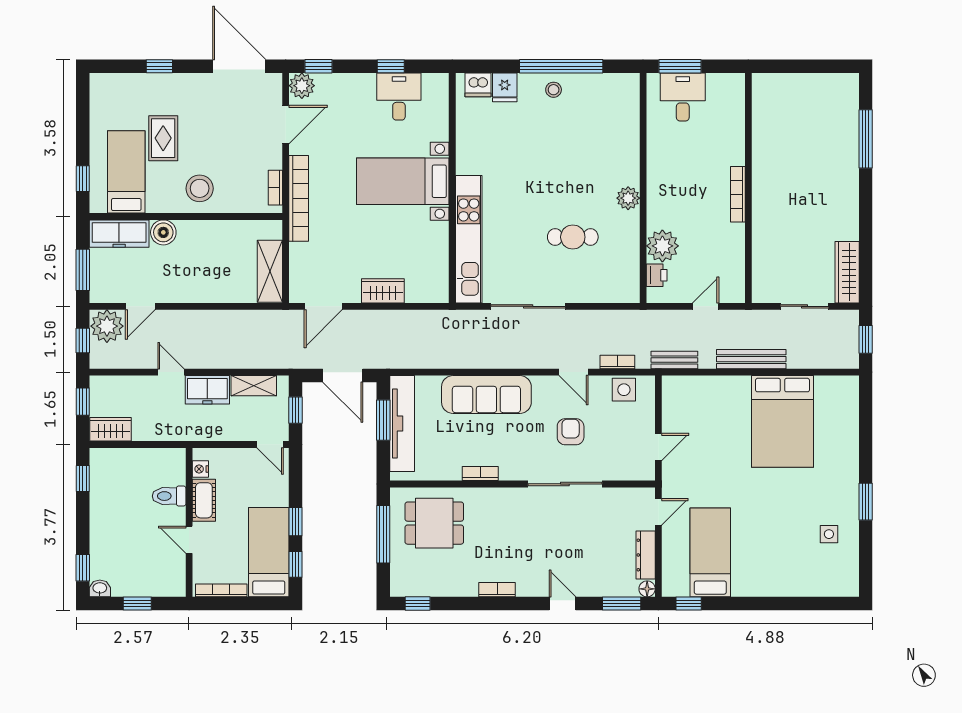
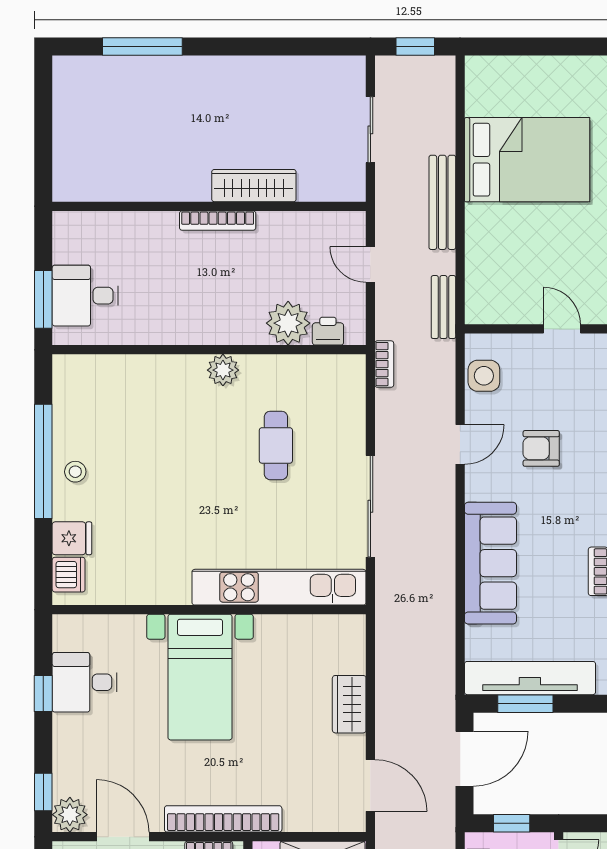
wardrobe: (847, 272) -> (254, 186), moved, turned 180
bookcase: (617, 362) -> (384, 364), moved, turned 180

